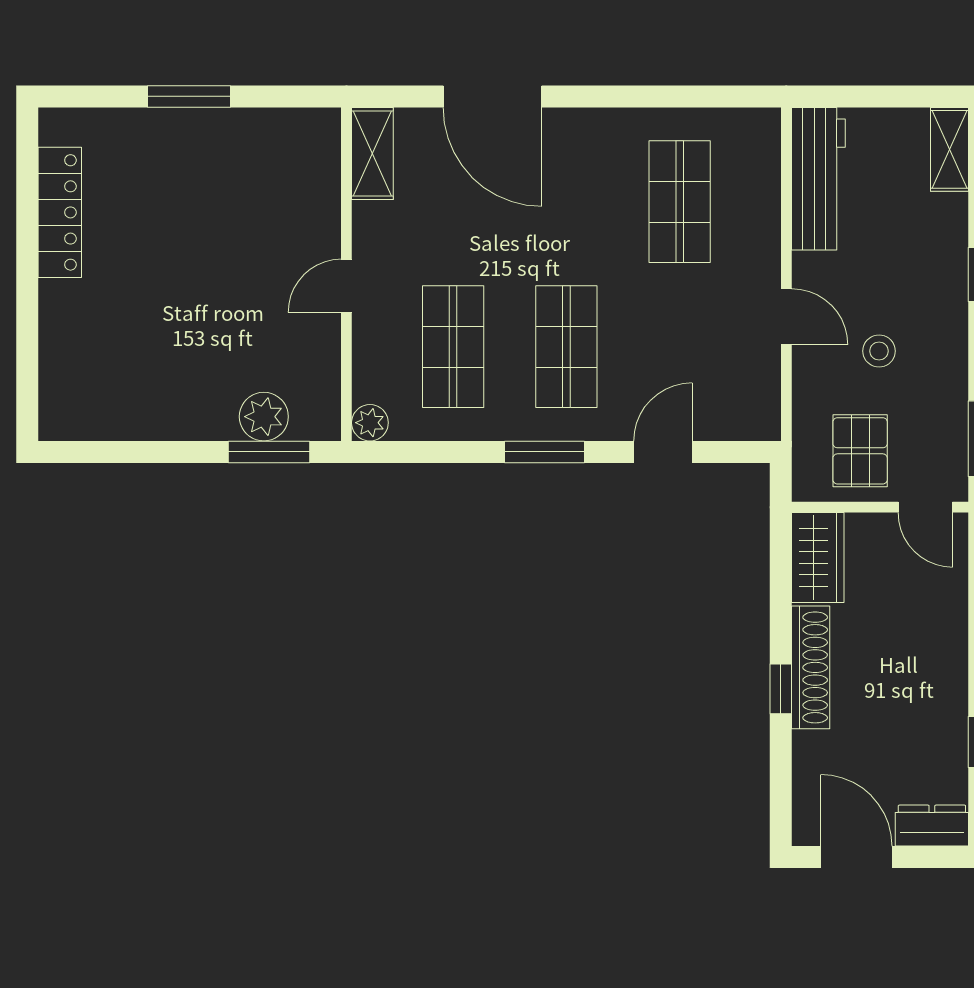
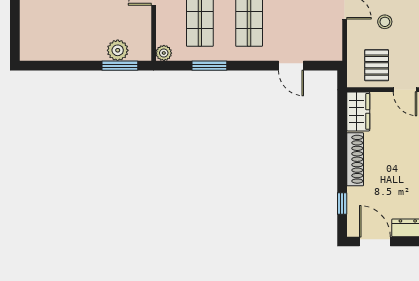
window: (544, 452) -> (209, 66), moved
door: (663, 452) -> (291, 66), swing flipped
window: (781, 689) -> (342, 204), moved

